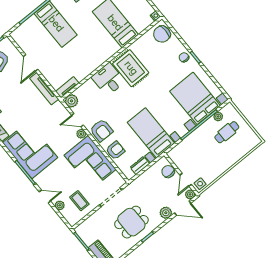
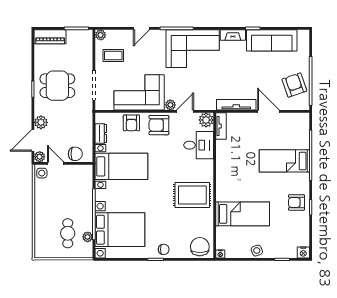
desk: (108, 79) -> (199, 145), moved
plant: (60, 205) -> (101, 35), moved
dining table: (131, 222) -> (57, 86), turned 90

